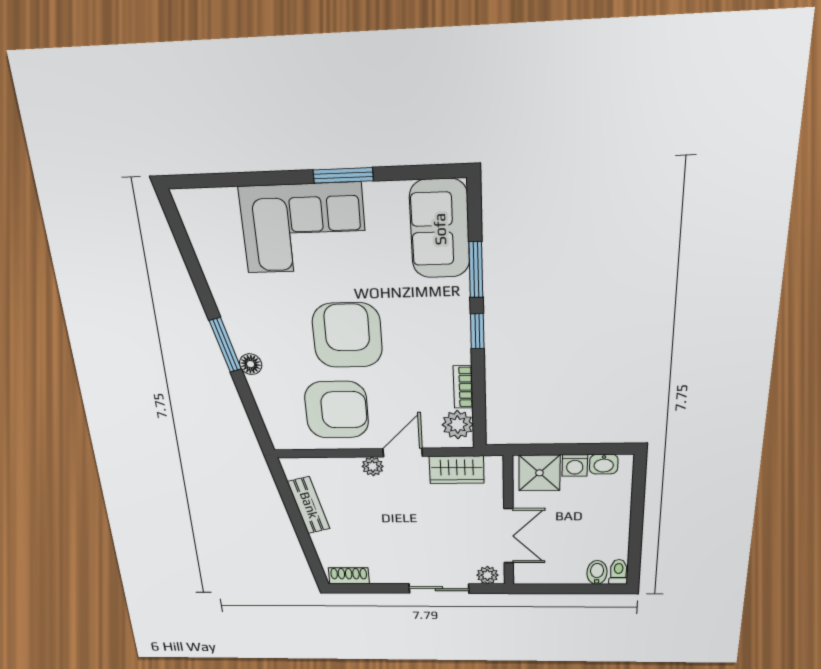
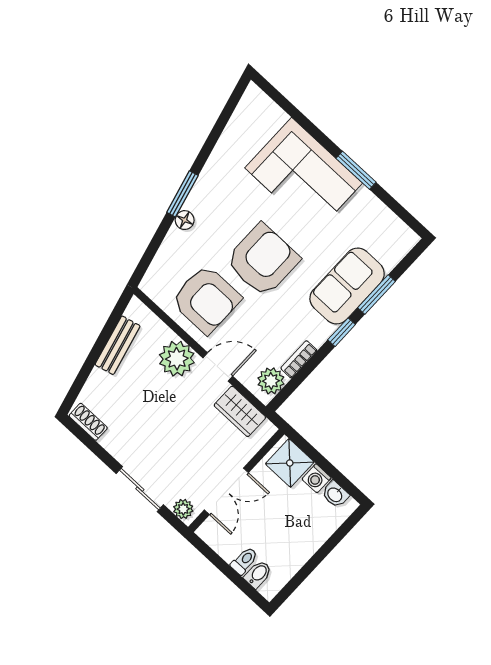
sofa: (440, 229) -> (347, 286), moved
plant: (373, 466) -> (177, 359), width x1.88, depth x1.88
toilet: (618, 572) -> (244, 561), moved

